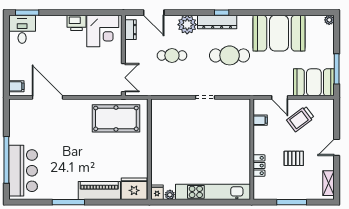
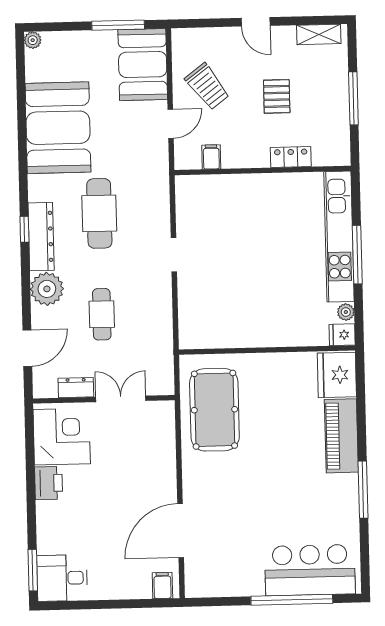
dresser: (131, 30) -> (76, 388), moved
double door: (123, 78) -> (121, 399), moved
window: (202, 202) -> (357, 255), added

